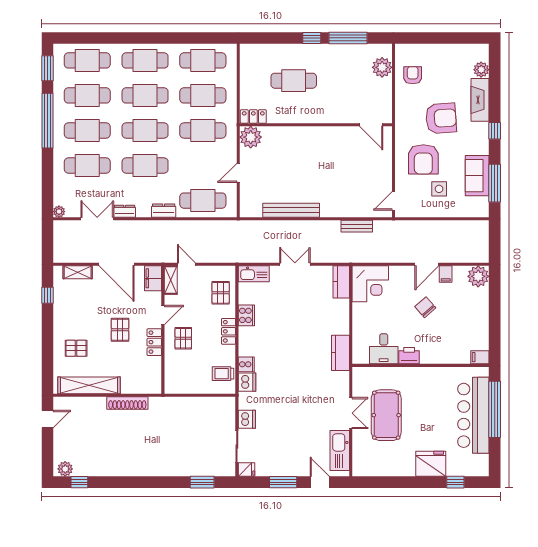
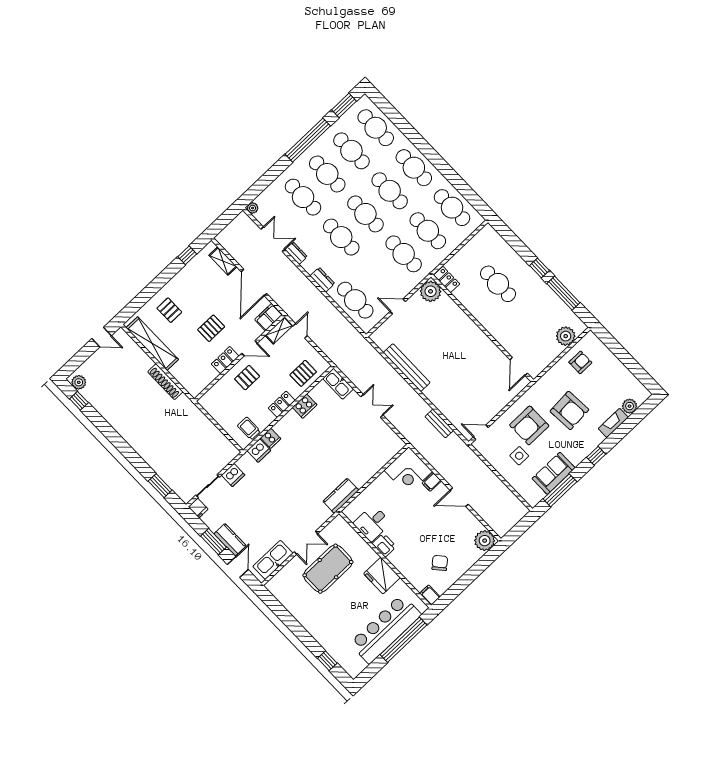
fireplace: (480, 100) -> (613, 423), width x0.73, depth x0.76
filing cabinet: (446, 274) -> (432, 482), moved
kitchen counter: (341, 282) -> (230, 540), moved, turned 90
chair: (425, 307) -> (440, 563), moved
fridge: (431, 464) -> (382, 576), moved, turned 180

